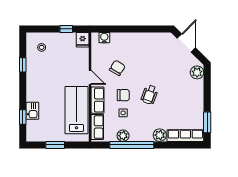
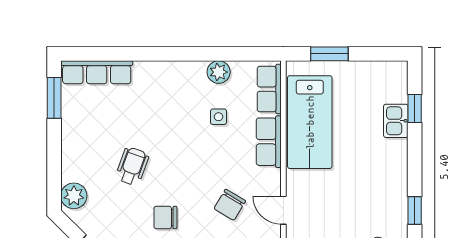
door: (90, 77) -> (283, 210), moved
chair: (123, 95) -> (165, 218), moved
wheelchair: (150, 95) -> (132, 166), moved
plant: (160, 135) -> (147, 73), removed
window: (55, 145) -> (329, 54), moved
window: (132, 145) -> (202, 54), removed

